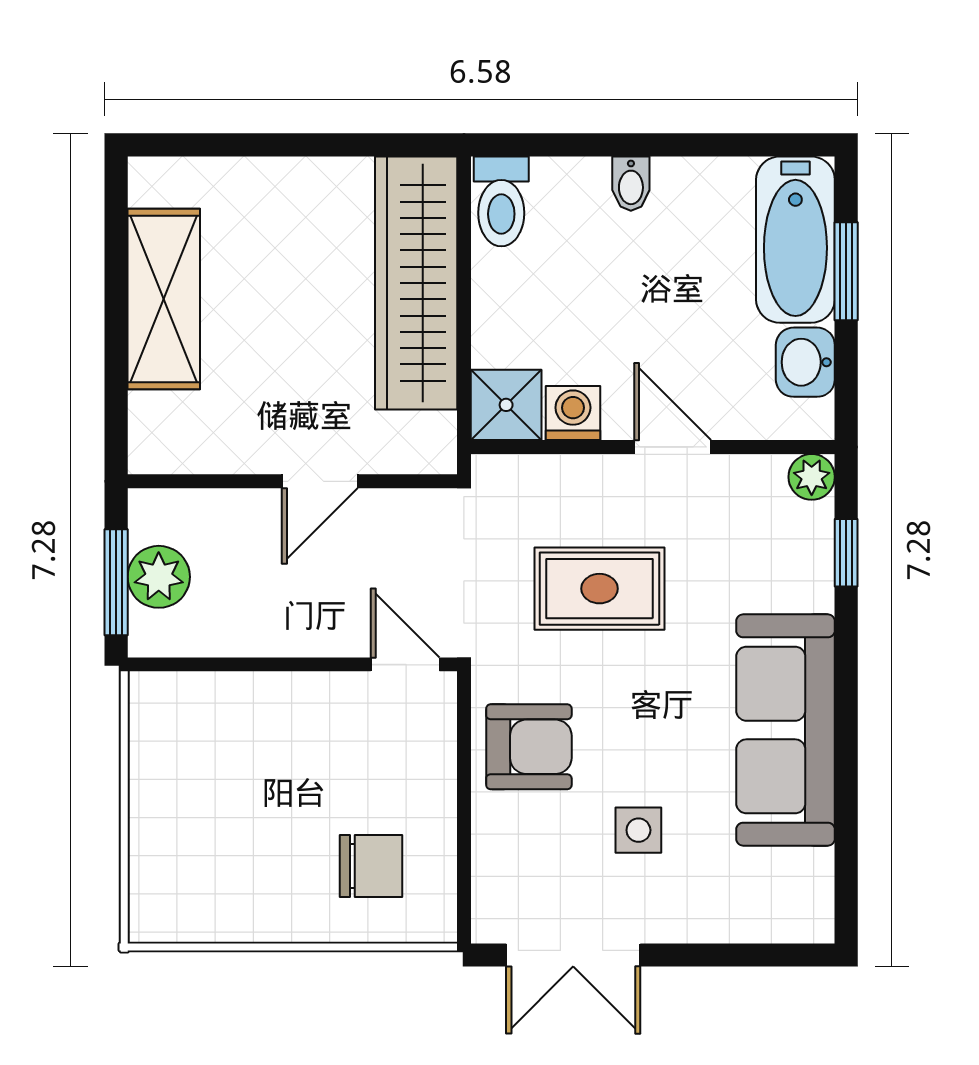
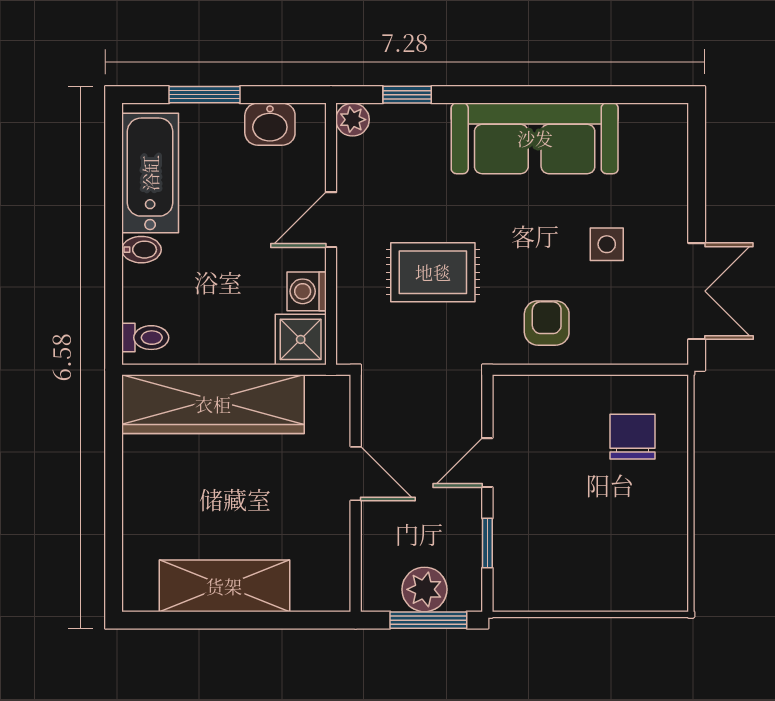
toilet: (501, 201) -> (145, 338), width x0.73, depth x0.72
bathtub: (795, 240) -> (150, 173), moved, turned -90
rug: (599, 589) -> (433, 272), turned 90
window: (223, 664) -> (487, 543), added
door: (405, 664) -> (487, 463), moved
armchair: (529, 747) -> (547, 323), width x0.72, depth x0.72

